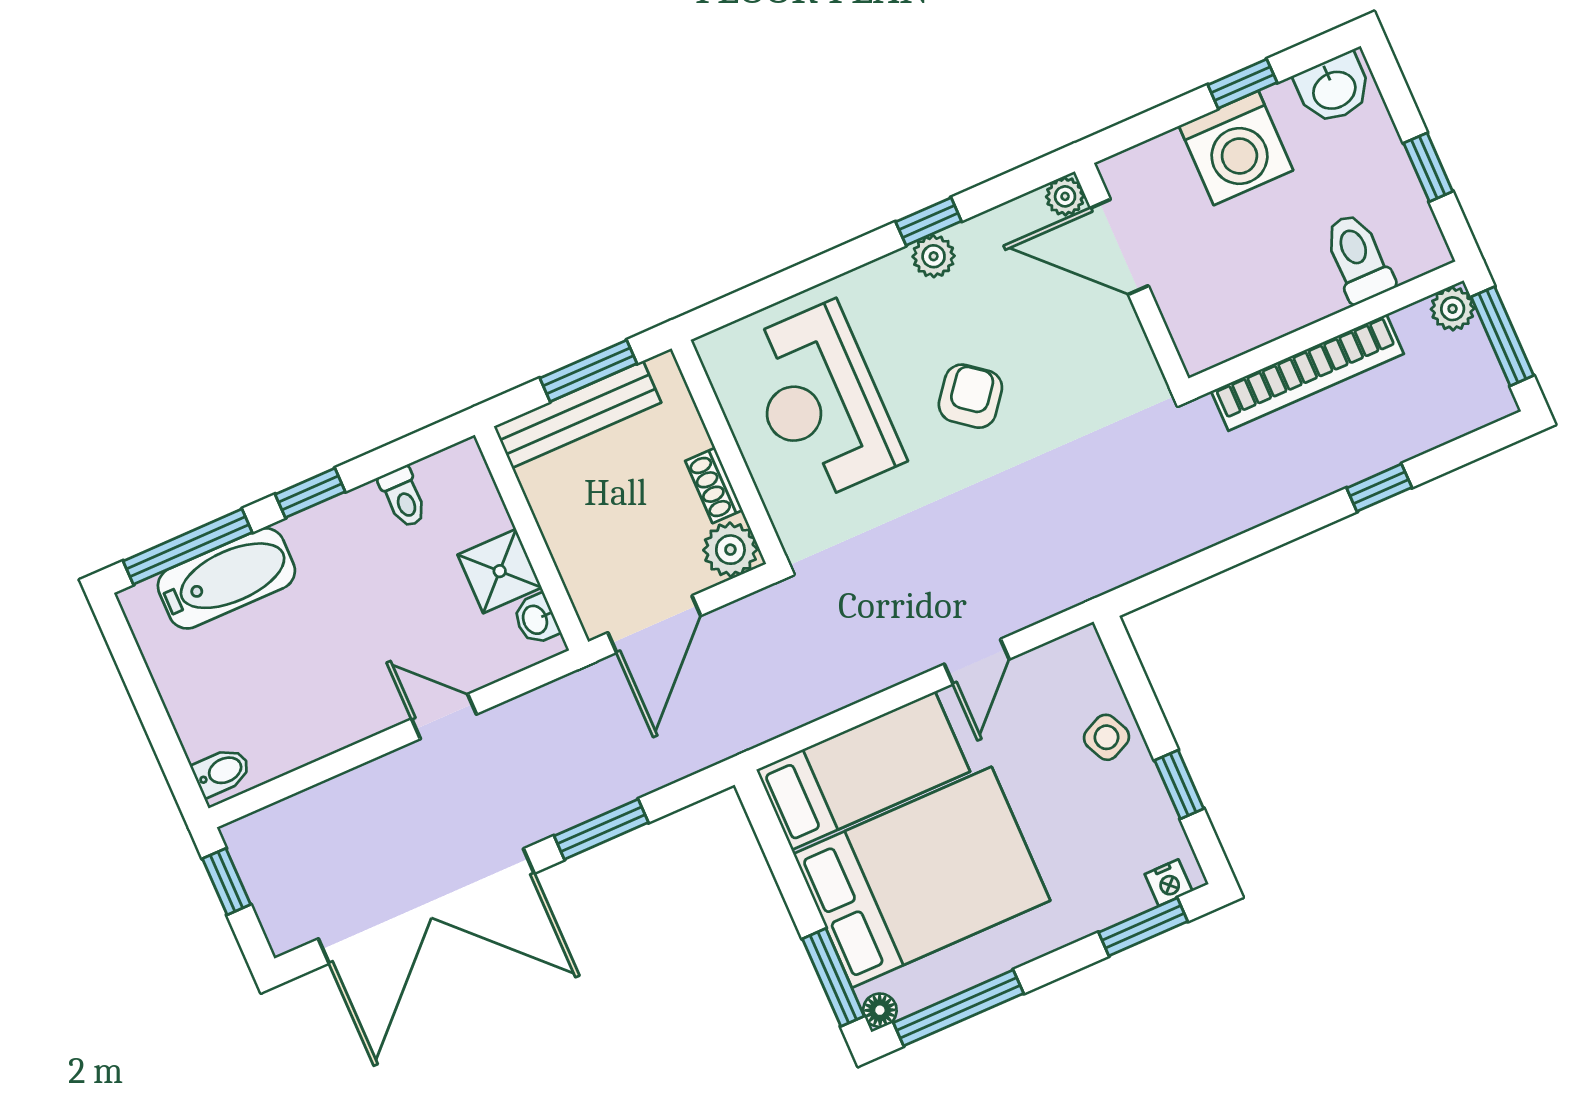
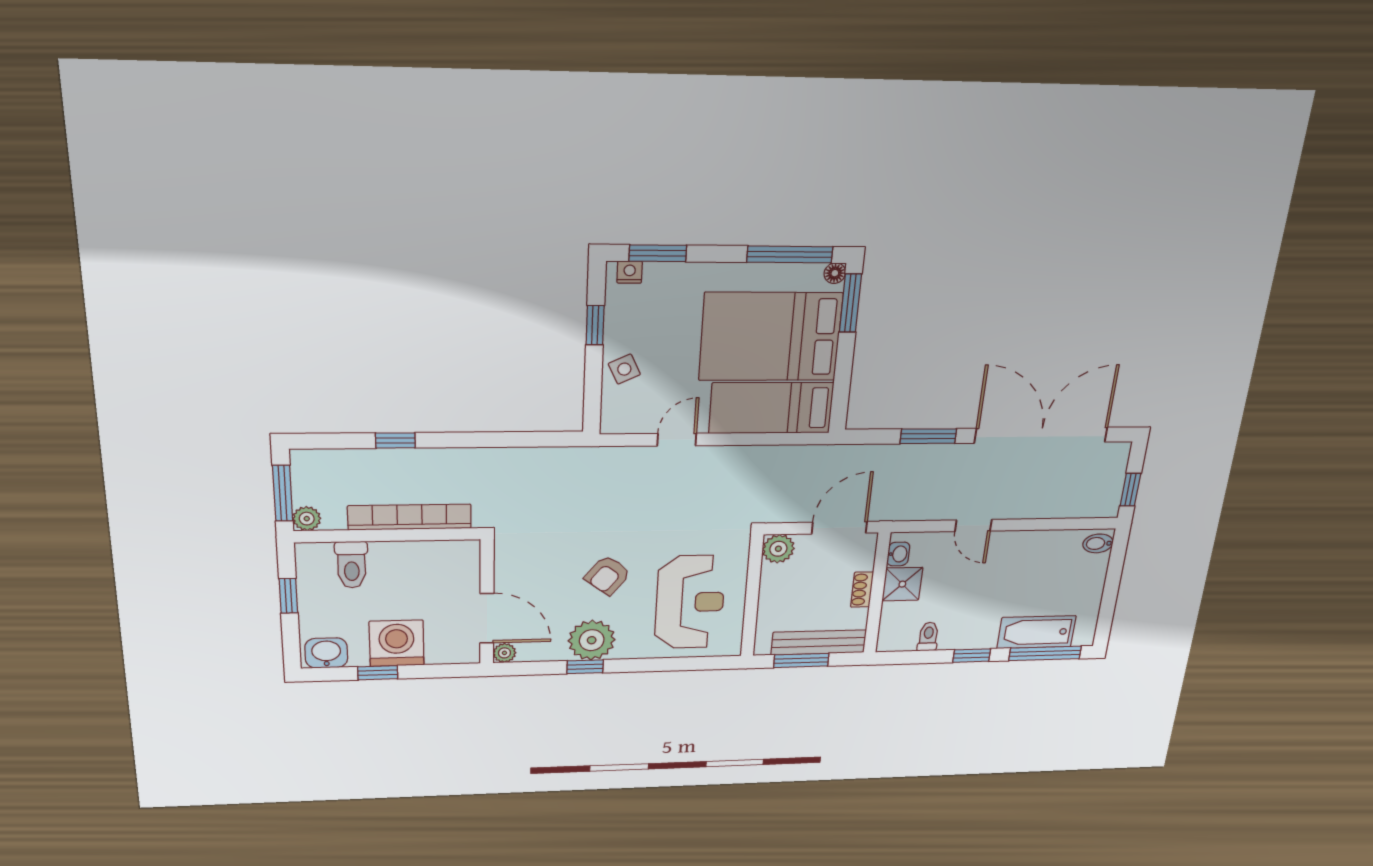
plant: (934, 256) -> (592, 640), width x1.87, depth x1.87
shoe rack: (714, 485) -> (862, 590), moved, turned 180

